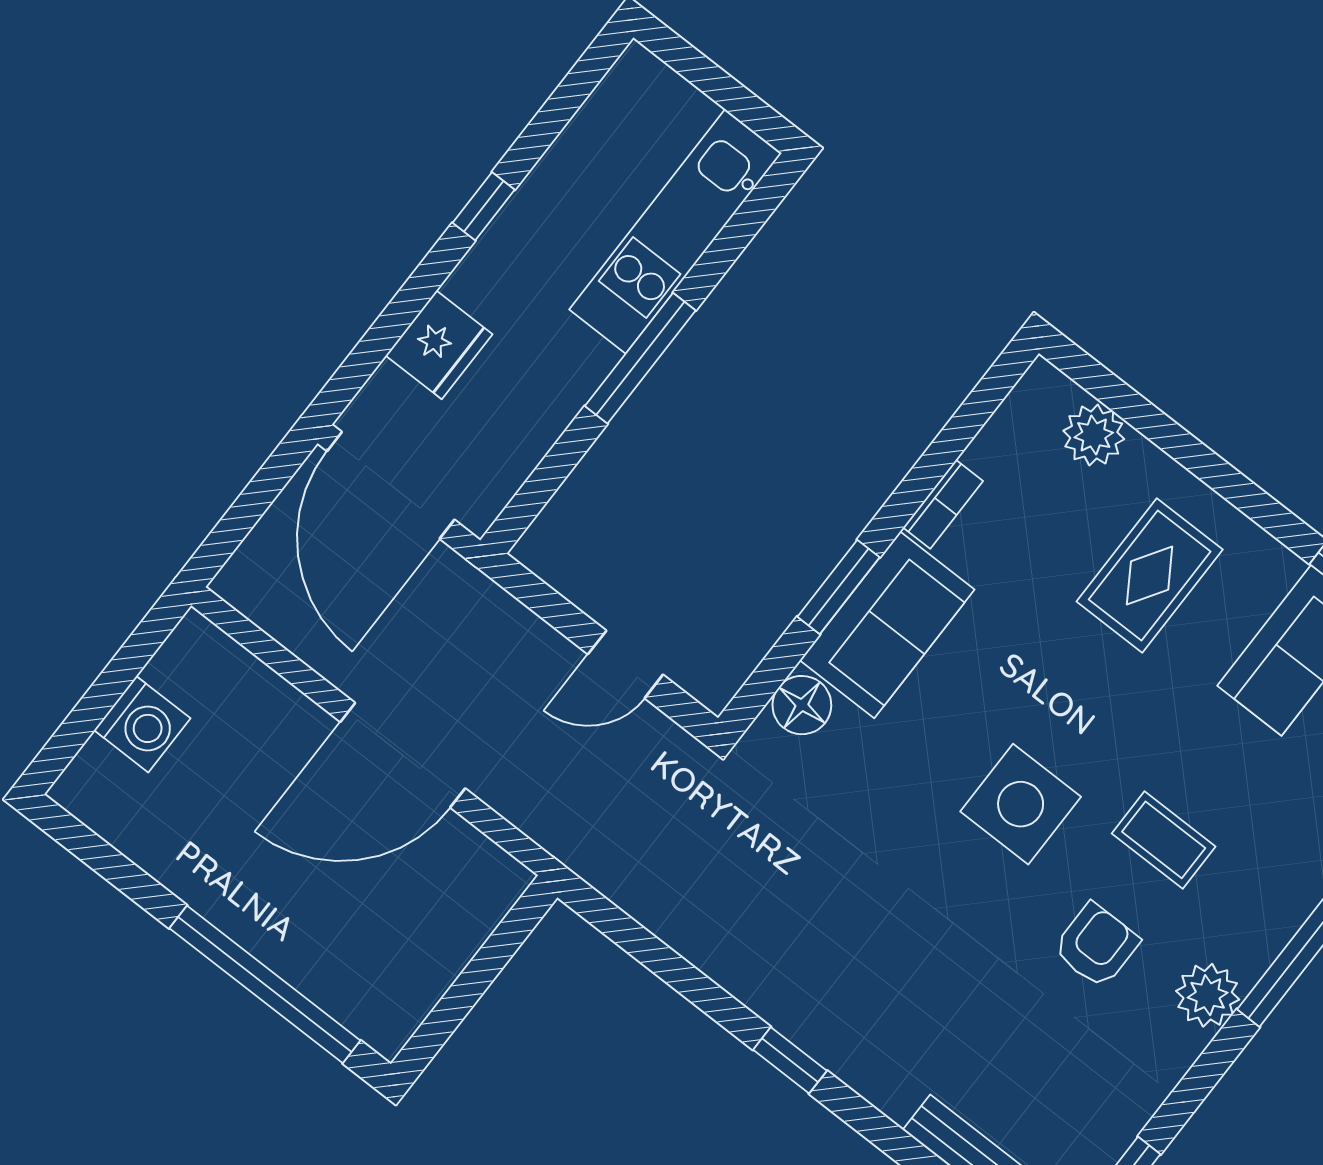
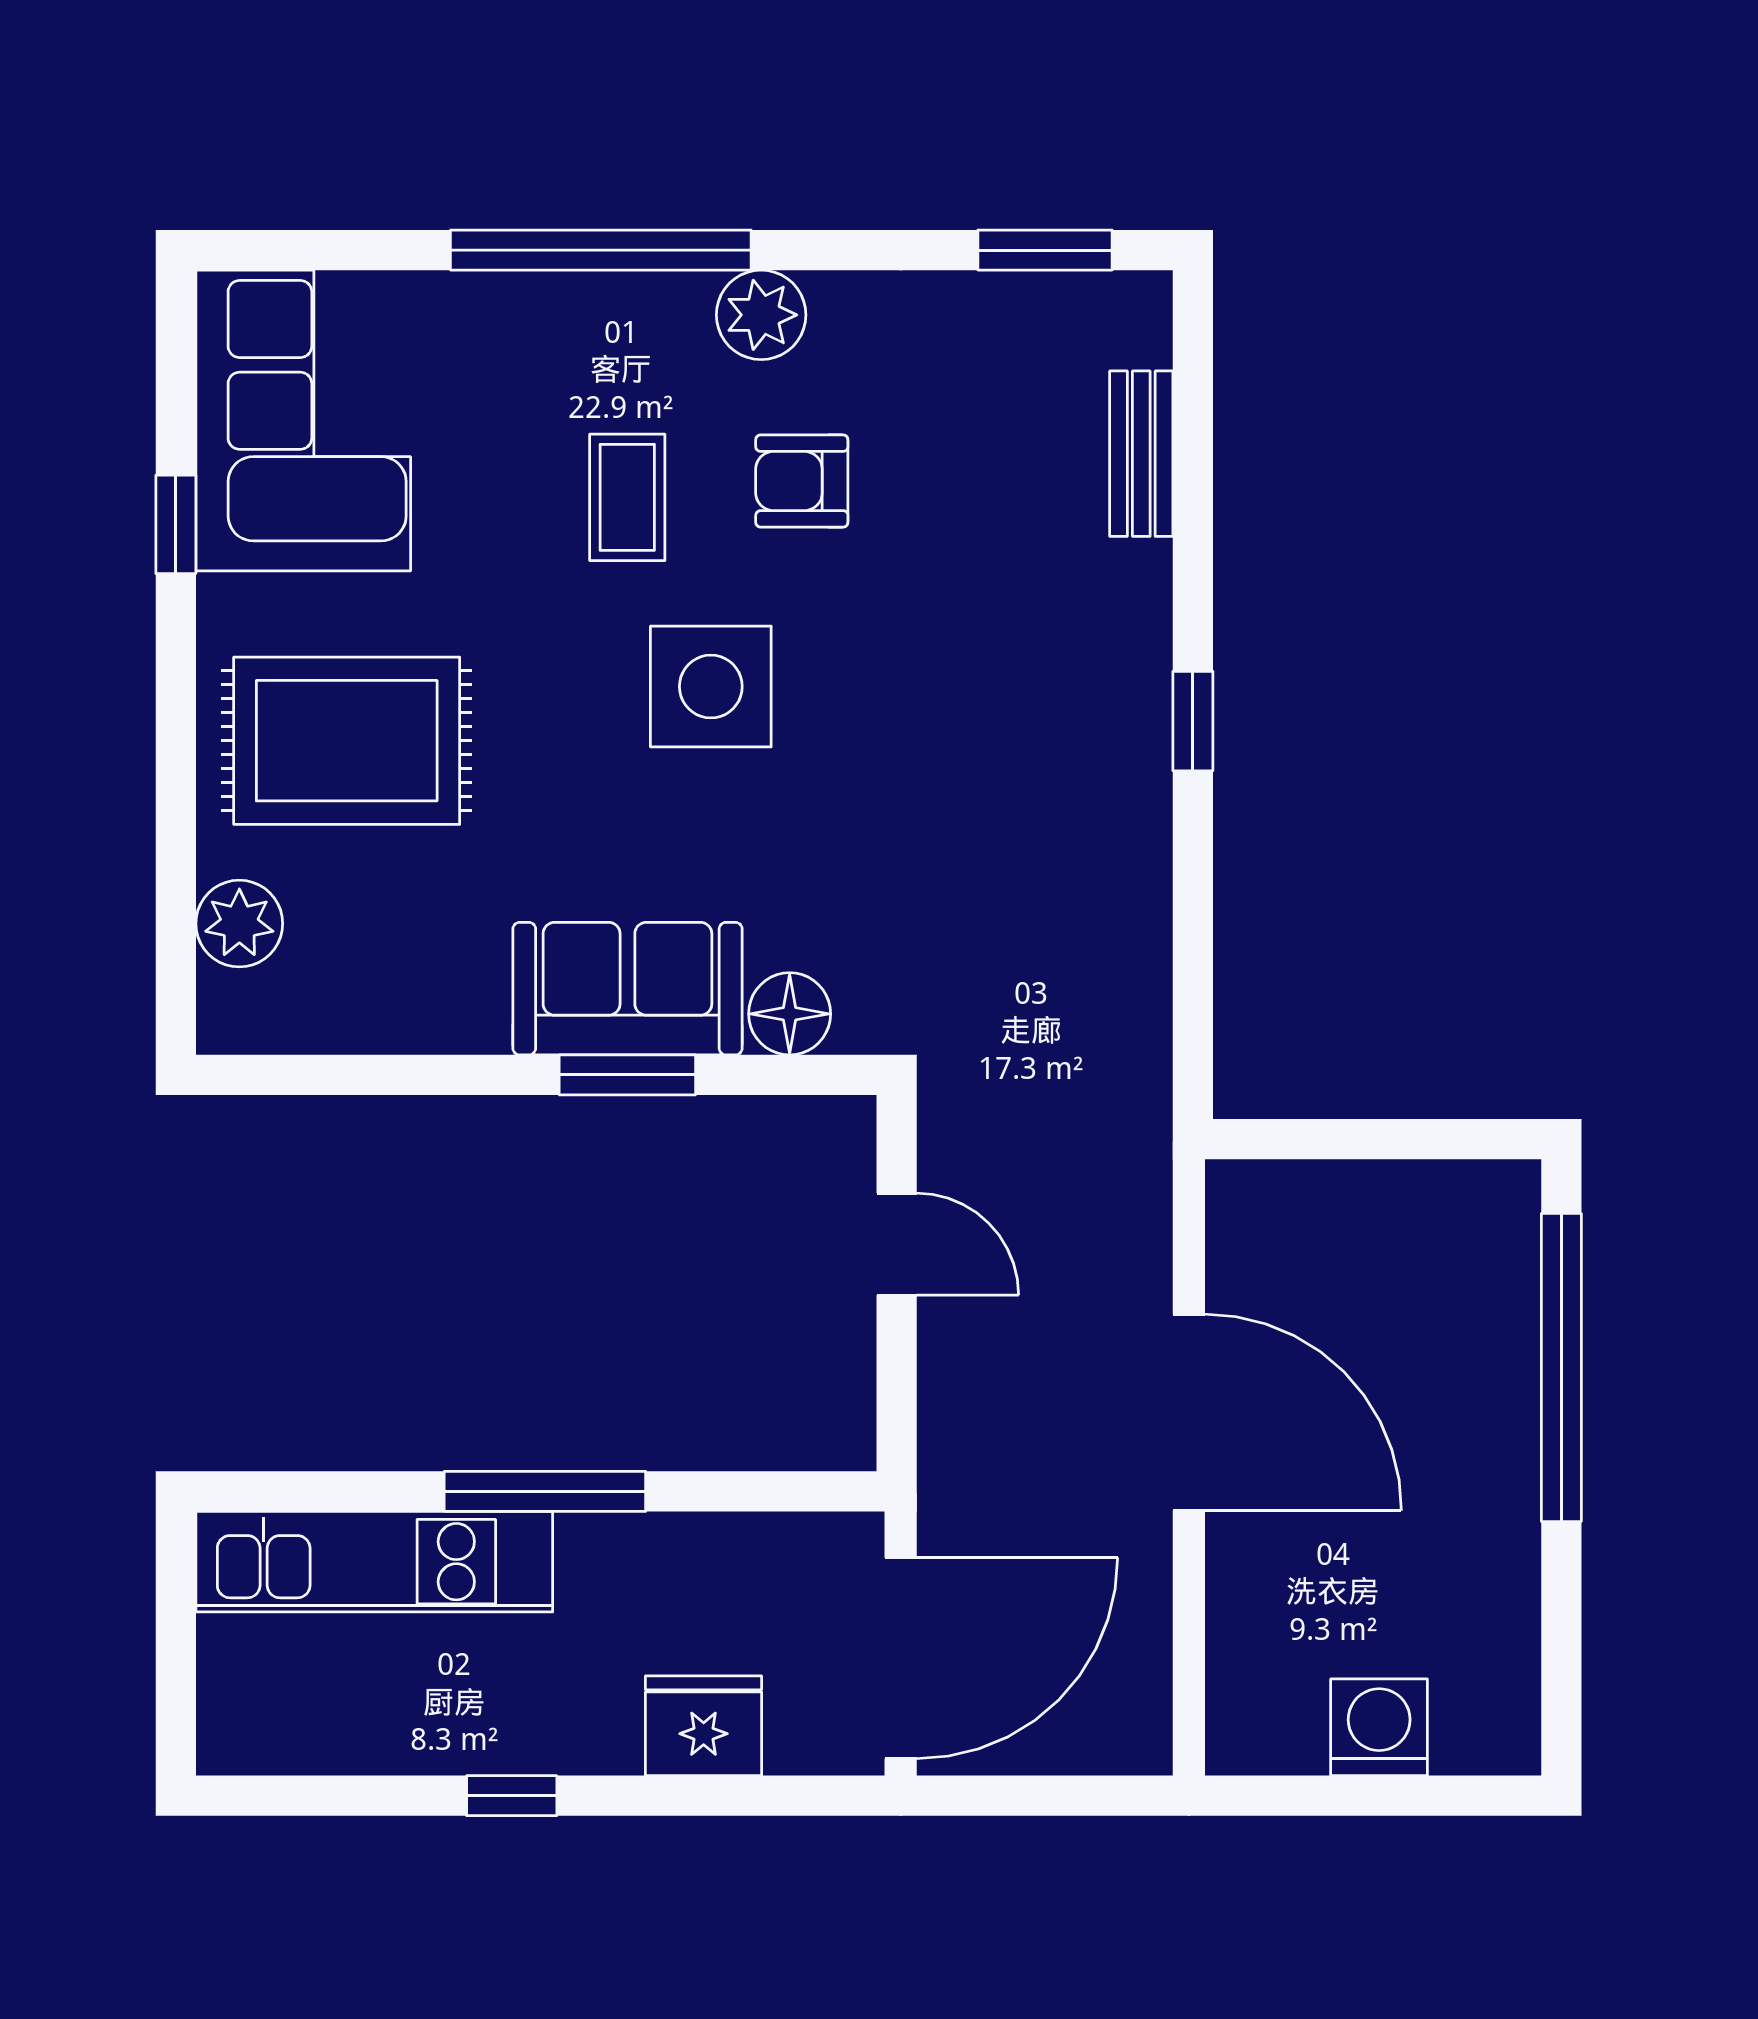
bookcase: (943, 504) -> (446, 1031), removed
rug: (1150, 575) -> (347, 741), width x1.36, depth x1.43

